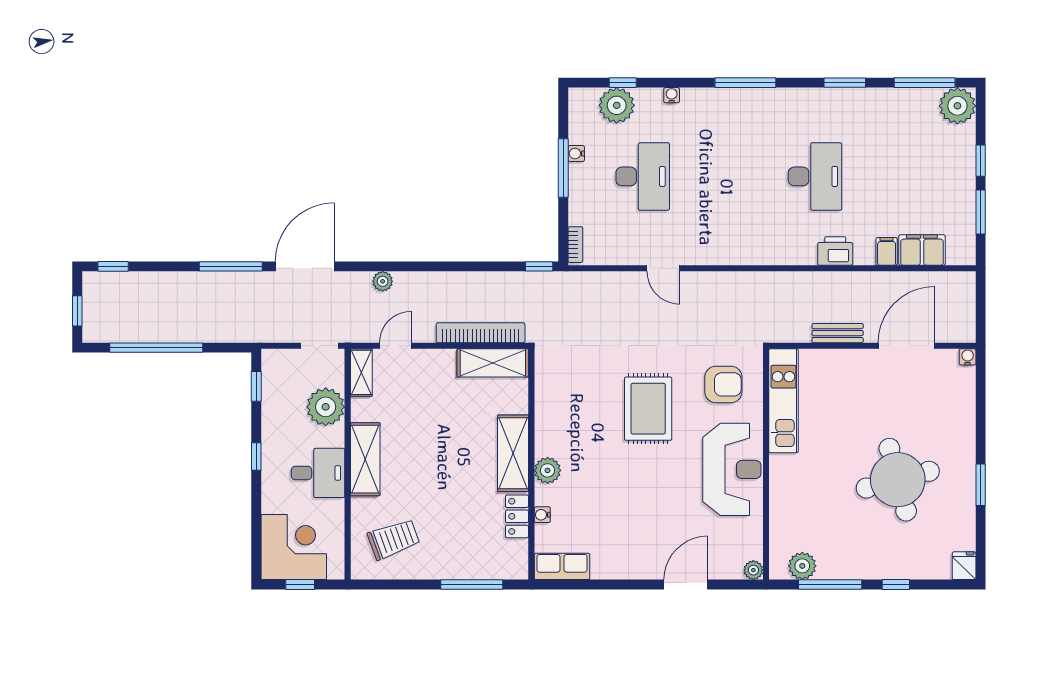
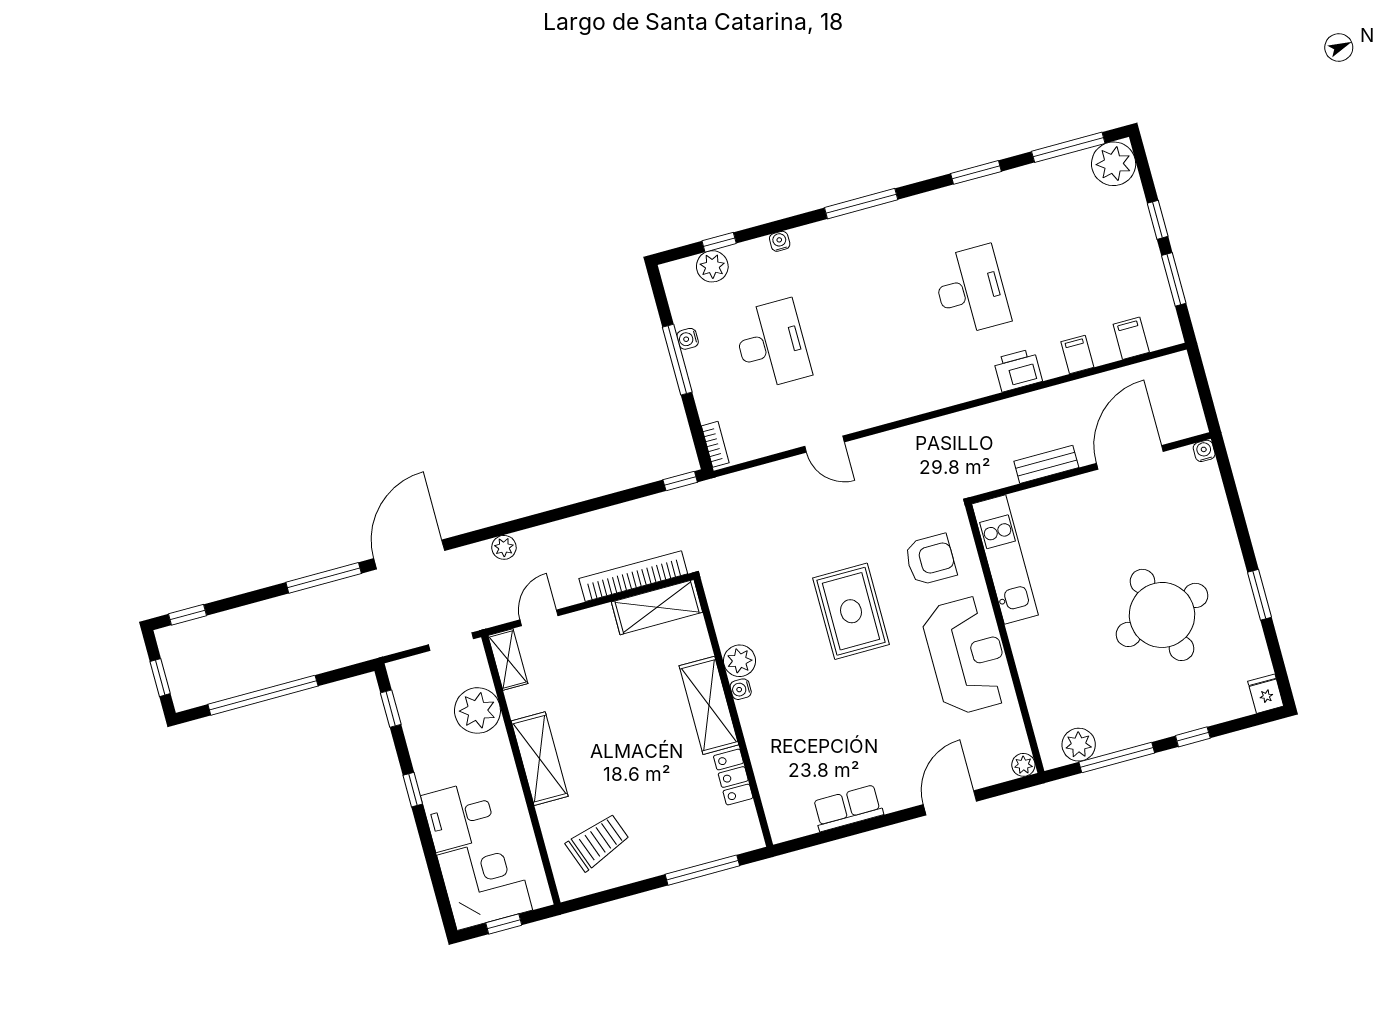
plant: (617, 105) -> (712, 266), width x0.73, depth x0.73
filing cabinet: (922, 250) -> (1131, 338), width x0.50
plant: (548, 470) -> (740, 661), moved
desk: (318, 473) -> (459, 816), moved, turned 180
water cooler: (542, 515) -> (741, 689), moved
row of seats: (562, 566) -> (848, 808), moved

